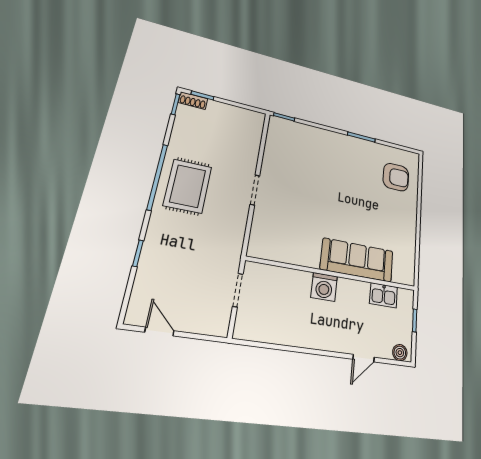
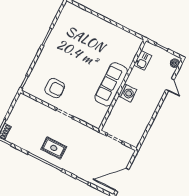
armchair: (396, 177) -> (55, 88), moved, turned 90
rug: (188, 186) -> (54, 148), width x0.73, depth x0.70
sofa: (357, 260) -> (111, 84), moved
door: (159, 332) -> (122, 180), width x1.88

